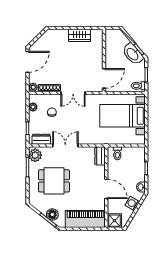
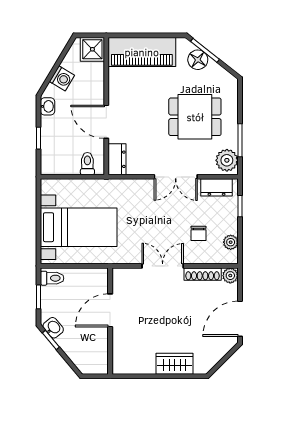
wardrobe: (80, 35) -> (175, 364), moved
washbasin: (133, 54) -> (53, 328), width x0.52, depth x0.69
door: (104, 78) -> (110, 310), moved
door: (106, 189) -> (106, 122), moved

